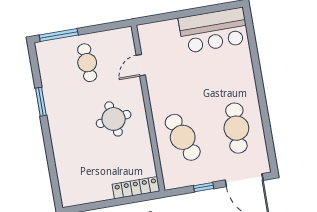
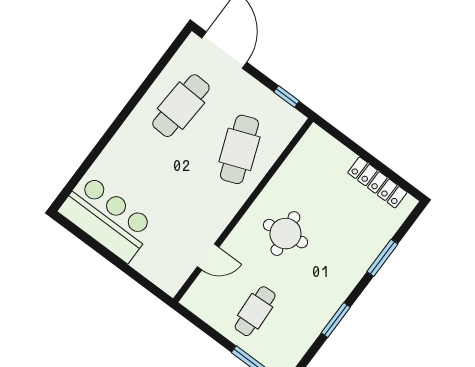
window: (51, 159) -> (382, 258), added
window: (204, 187) -> (286, 96), moved
locker: (136, 188) -> (377, 182), moved

